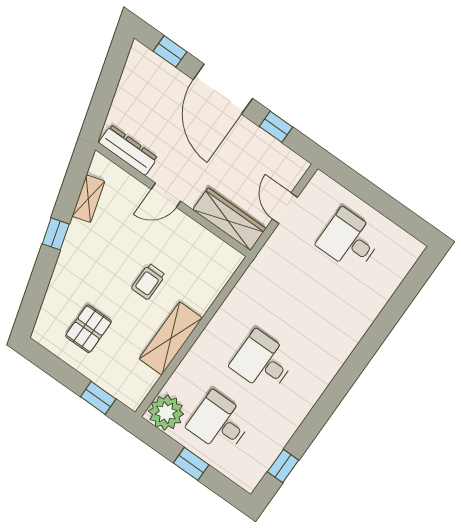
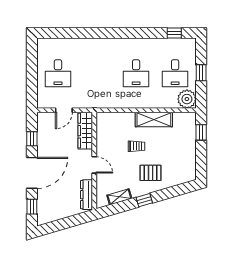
pallet: (89, 329) -> (151, 173), moved

